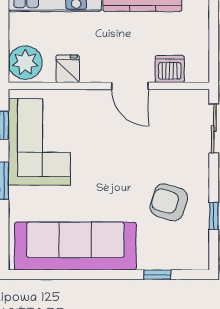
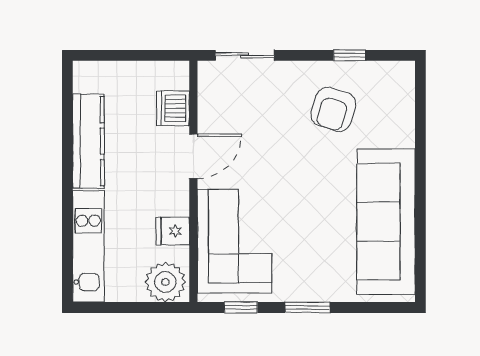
corner sofa: (39, 142) -> (235, 241), moved, turned 90
window: (157, 275) -> (420, 123), removed

